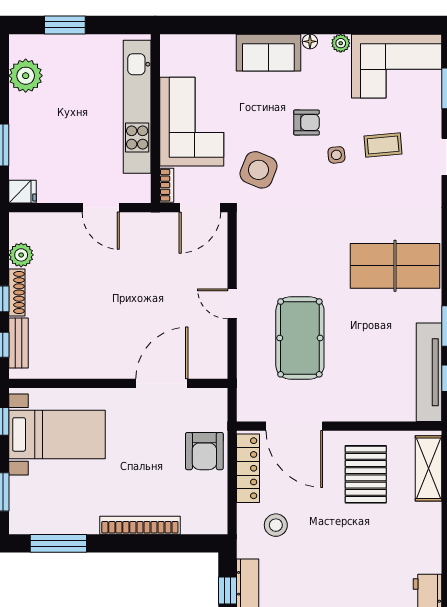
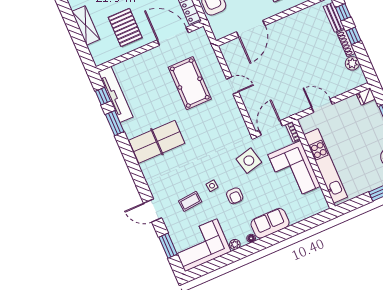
armchair: (306, 122) -> (235, 196), turned -90
side table: (259, 170) -> (249, 161), turned -36
shelving: (428, 468) -> (86, 25), moved

